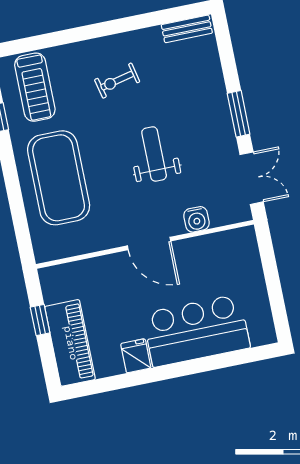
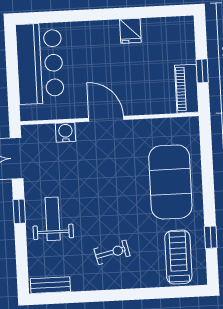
window: (239, 114) -> (19, 211), width x0.67
weight bench: (154, 154) -> (53, 219), moved, turned 180
bar counter: (196, 331) -> (40, 63), moved, turned -90
piano: (70, 343) -> (187, 89), moved, width x0.73, depth x0.75

